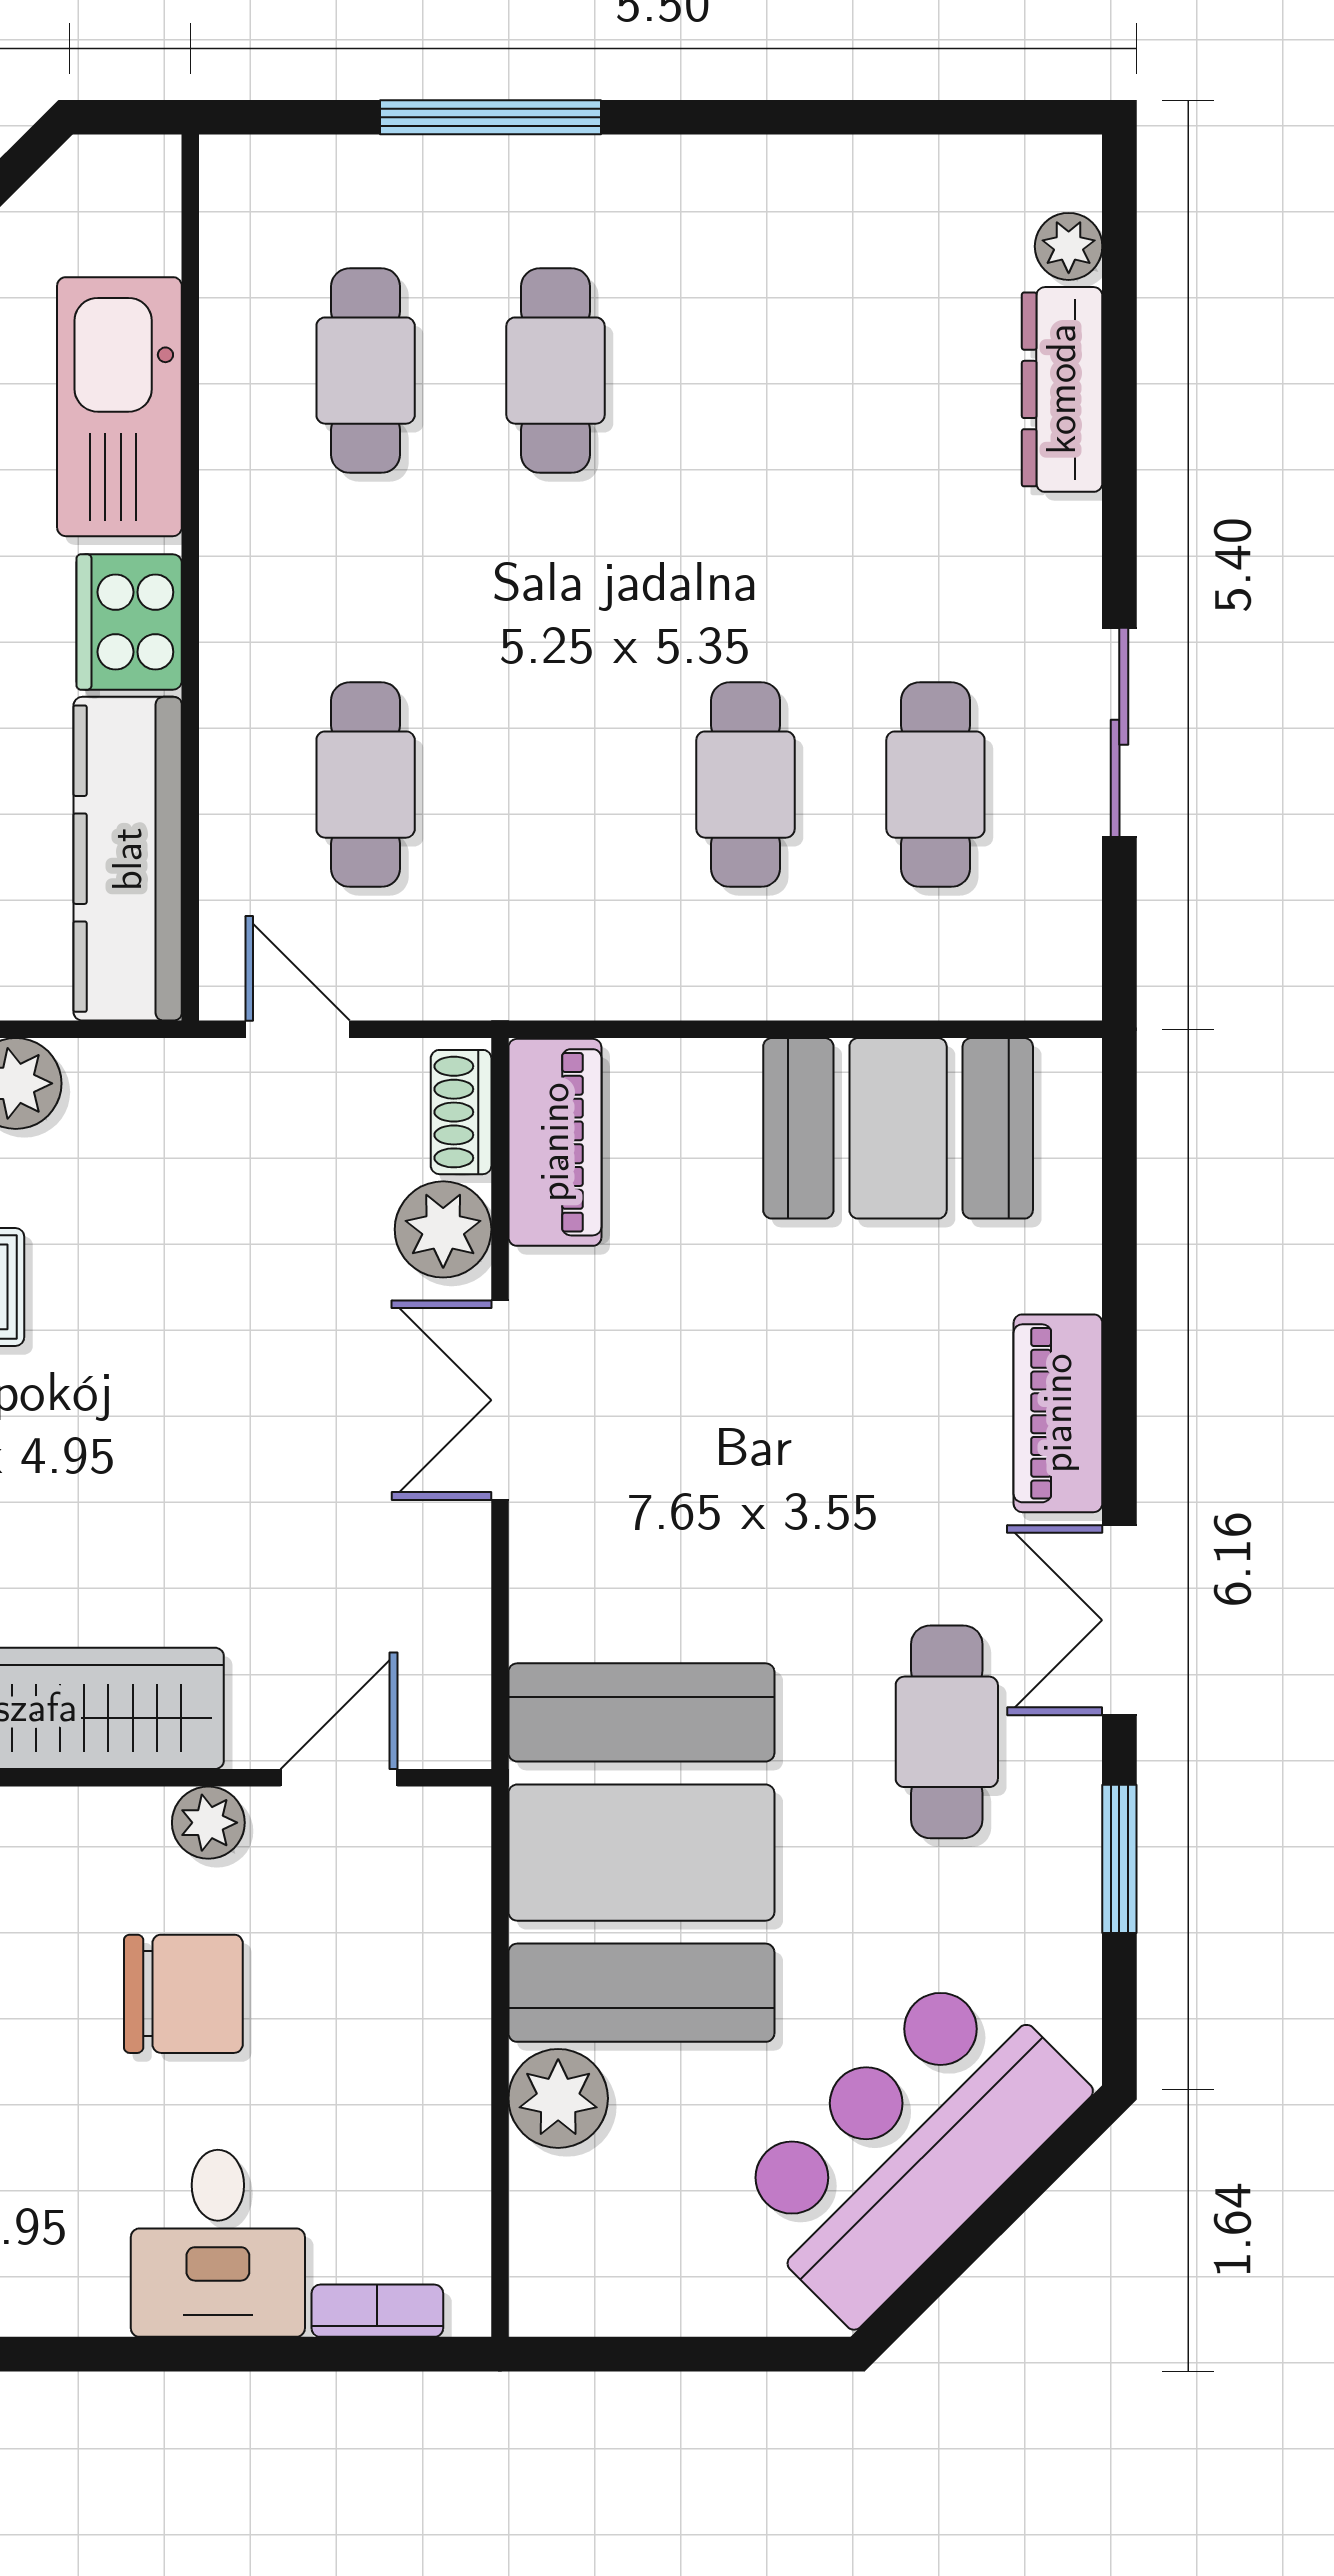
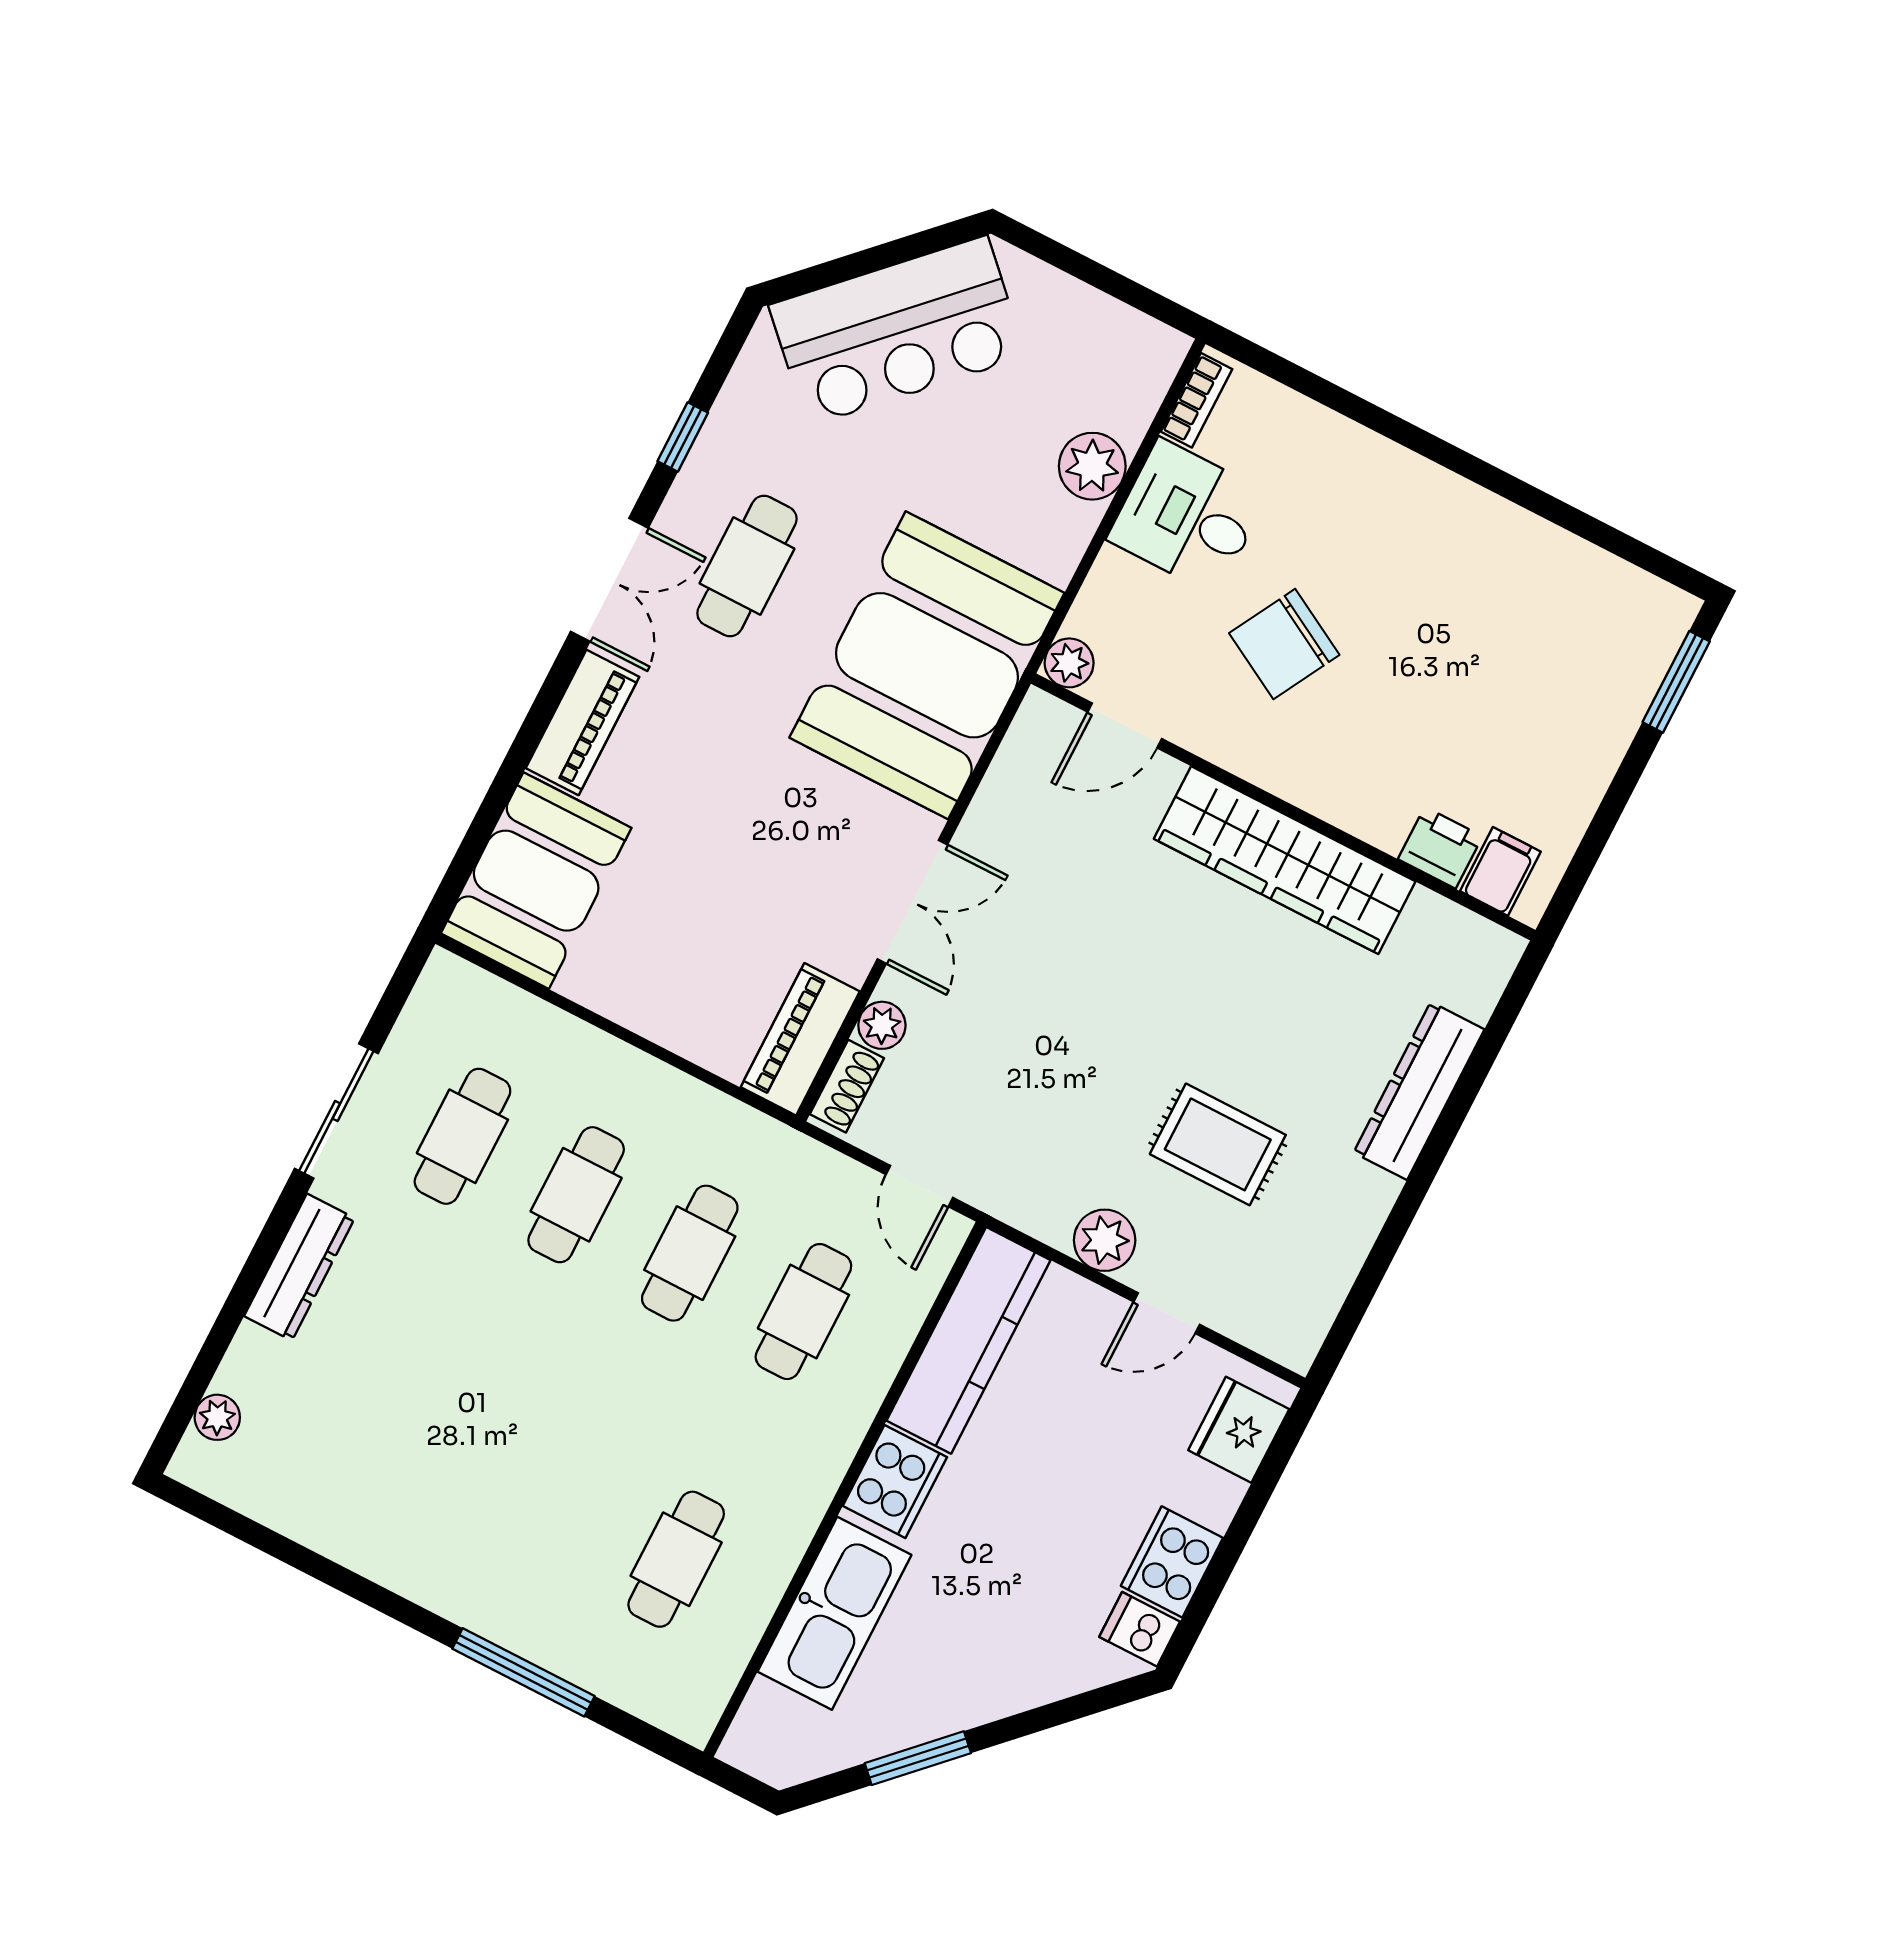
cafe table: (556, 371) -> (690, 1253), moved
dresser: (1062, 389) -> (299, 1267), moved
booth: (898, 1128) -> (536, 881), moved, turned 90
plant: (443, 1229) -> (882, 1025), width x0.73, depth x0.73
plant: (208, 1823) -> (1069, 663), moved
booth: (641, 1853) -> (927, 665), moved
window: (1119, 1859) -> (683, 437), width x0.67
chair: (183, 1994) -> (1284, 644), turned -61
desk: (218, 2243) -> (1188, 516), moved, turned -90
bookcase: (377, 2311) -> (1196, 400), moved, turned -90

